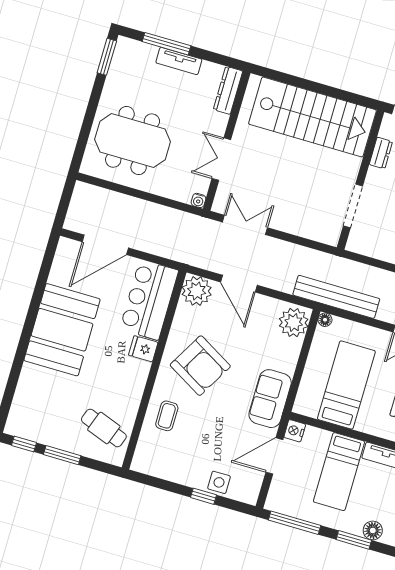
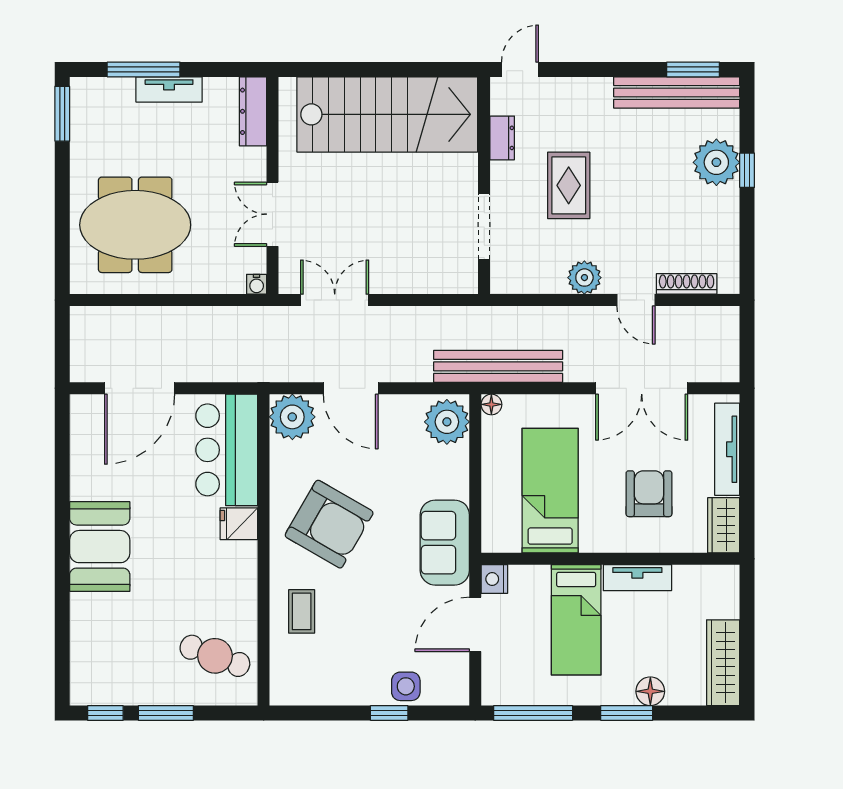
booth: (62, 330) -> (100, 547), width x0.73, depth x0.70

